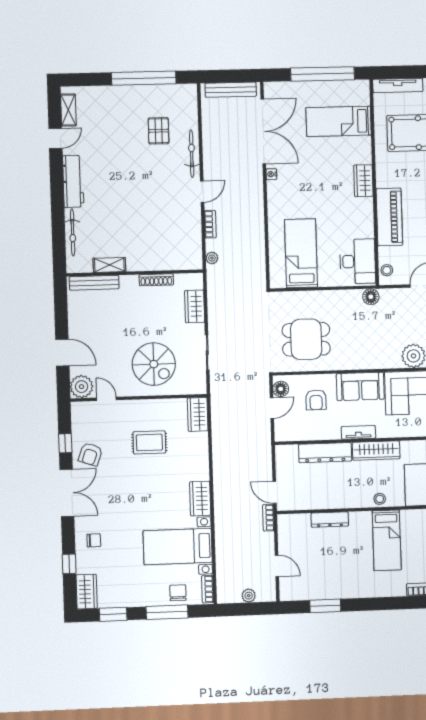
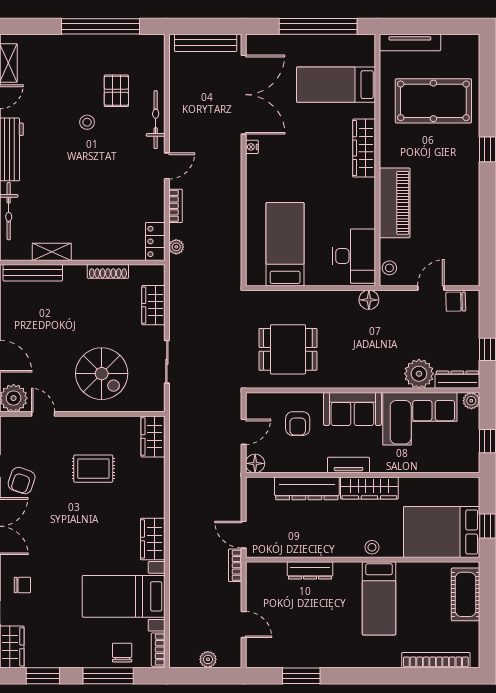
stool: (135, 157) -> (87, 122), added
wardrobe: (363, 181) -> (364, 148), width x1.50
locker: (194, 254) -> (155, 241), added
floor lamp: (281, 389) -> (255, 463), moved

